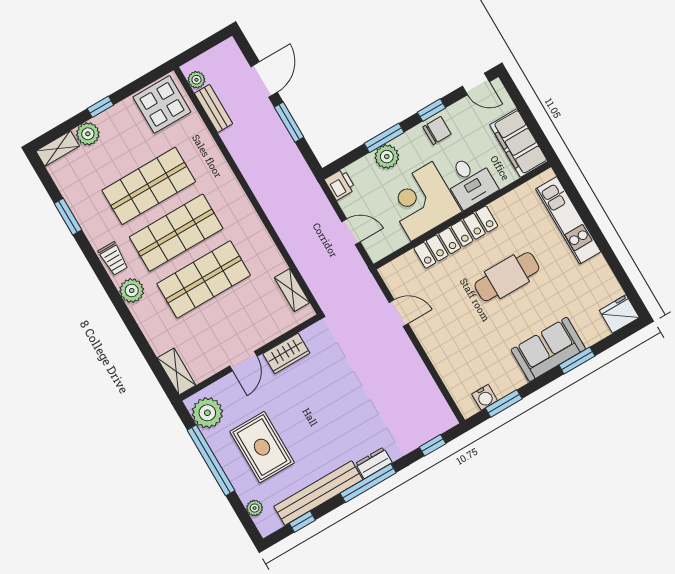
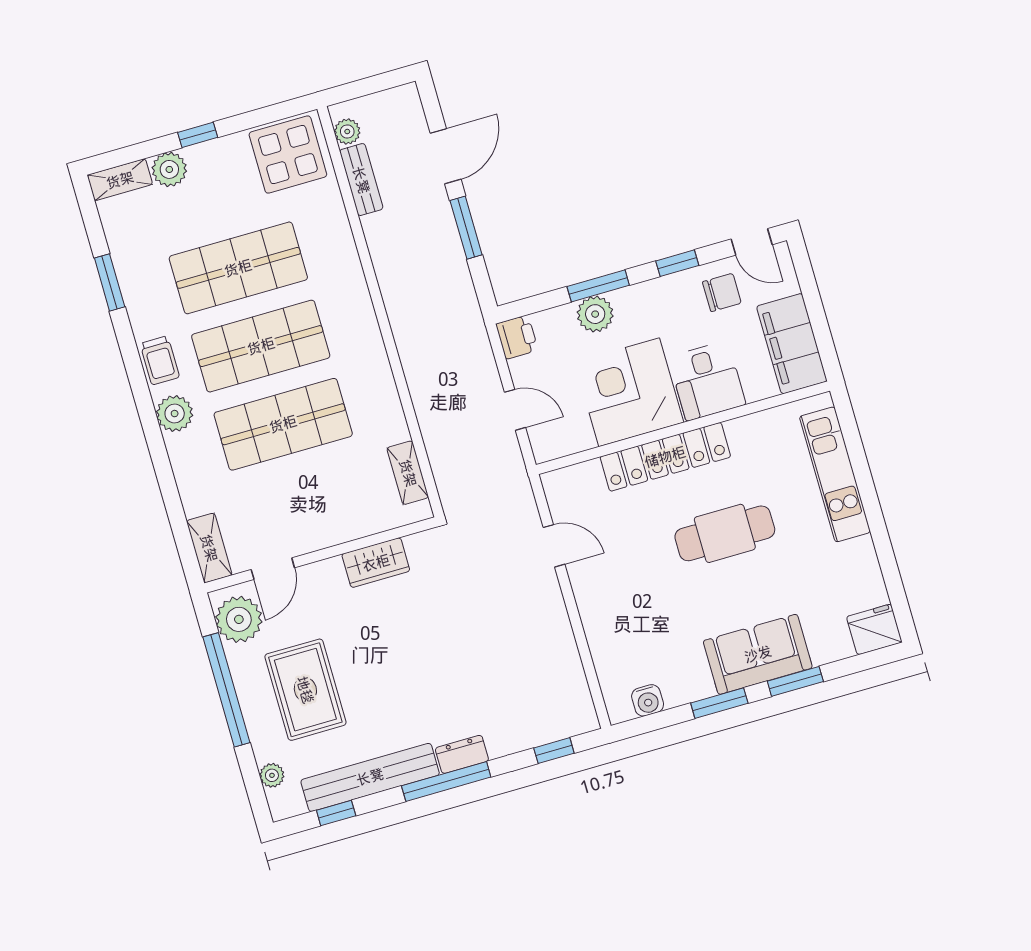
chair: (437, 131) -> (722, 292), moved
door: (243, 361) -> (273, 569), moved
window: (504, 403) -> (719, 703), moved

